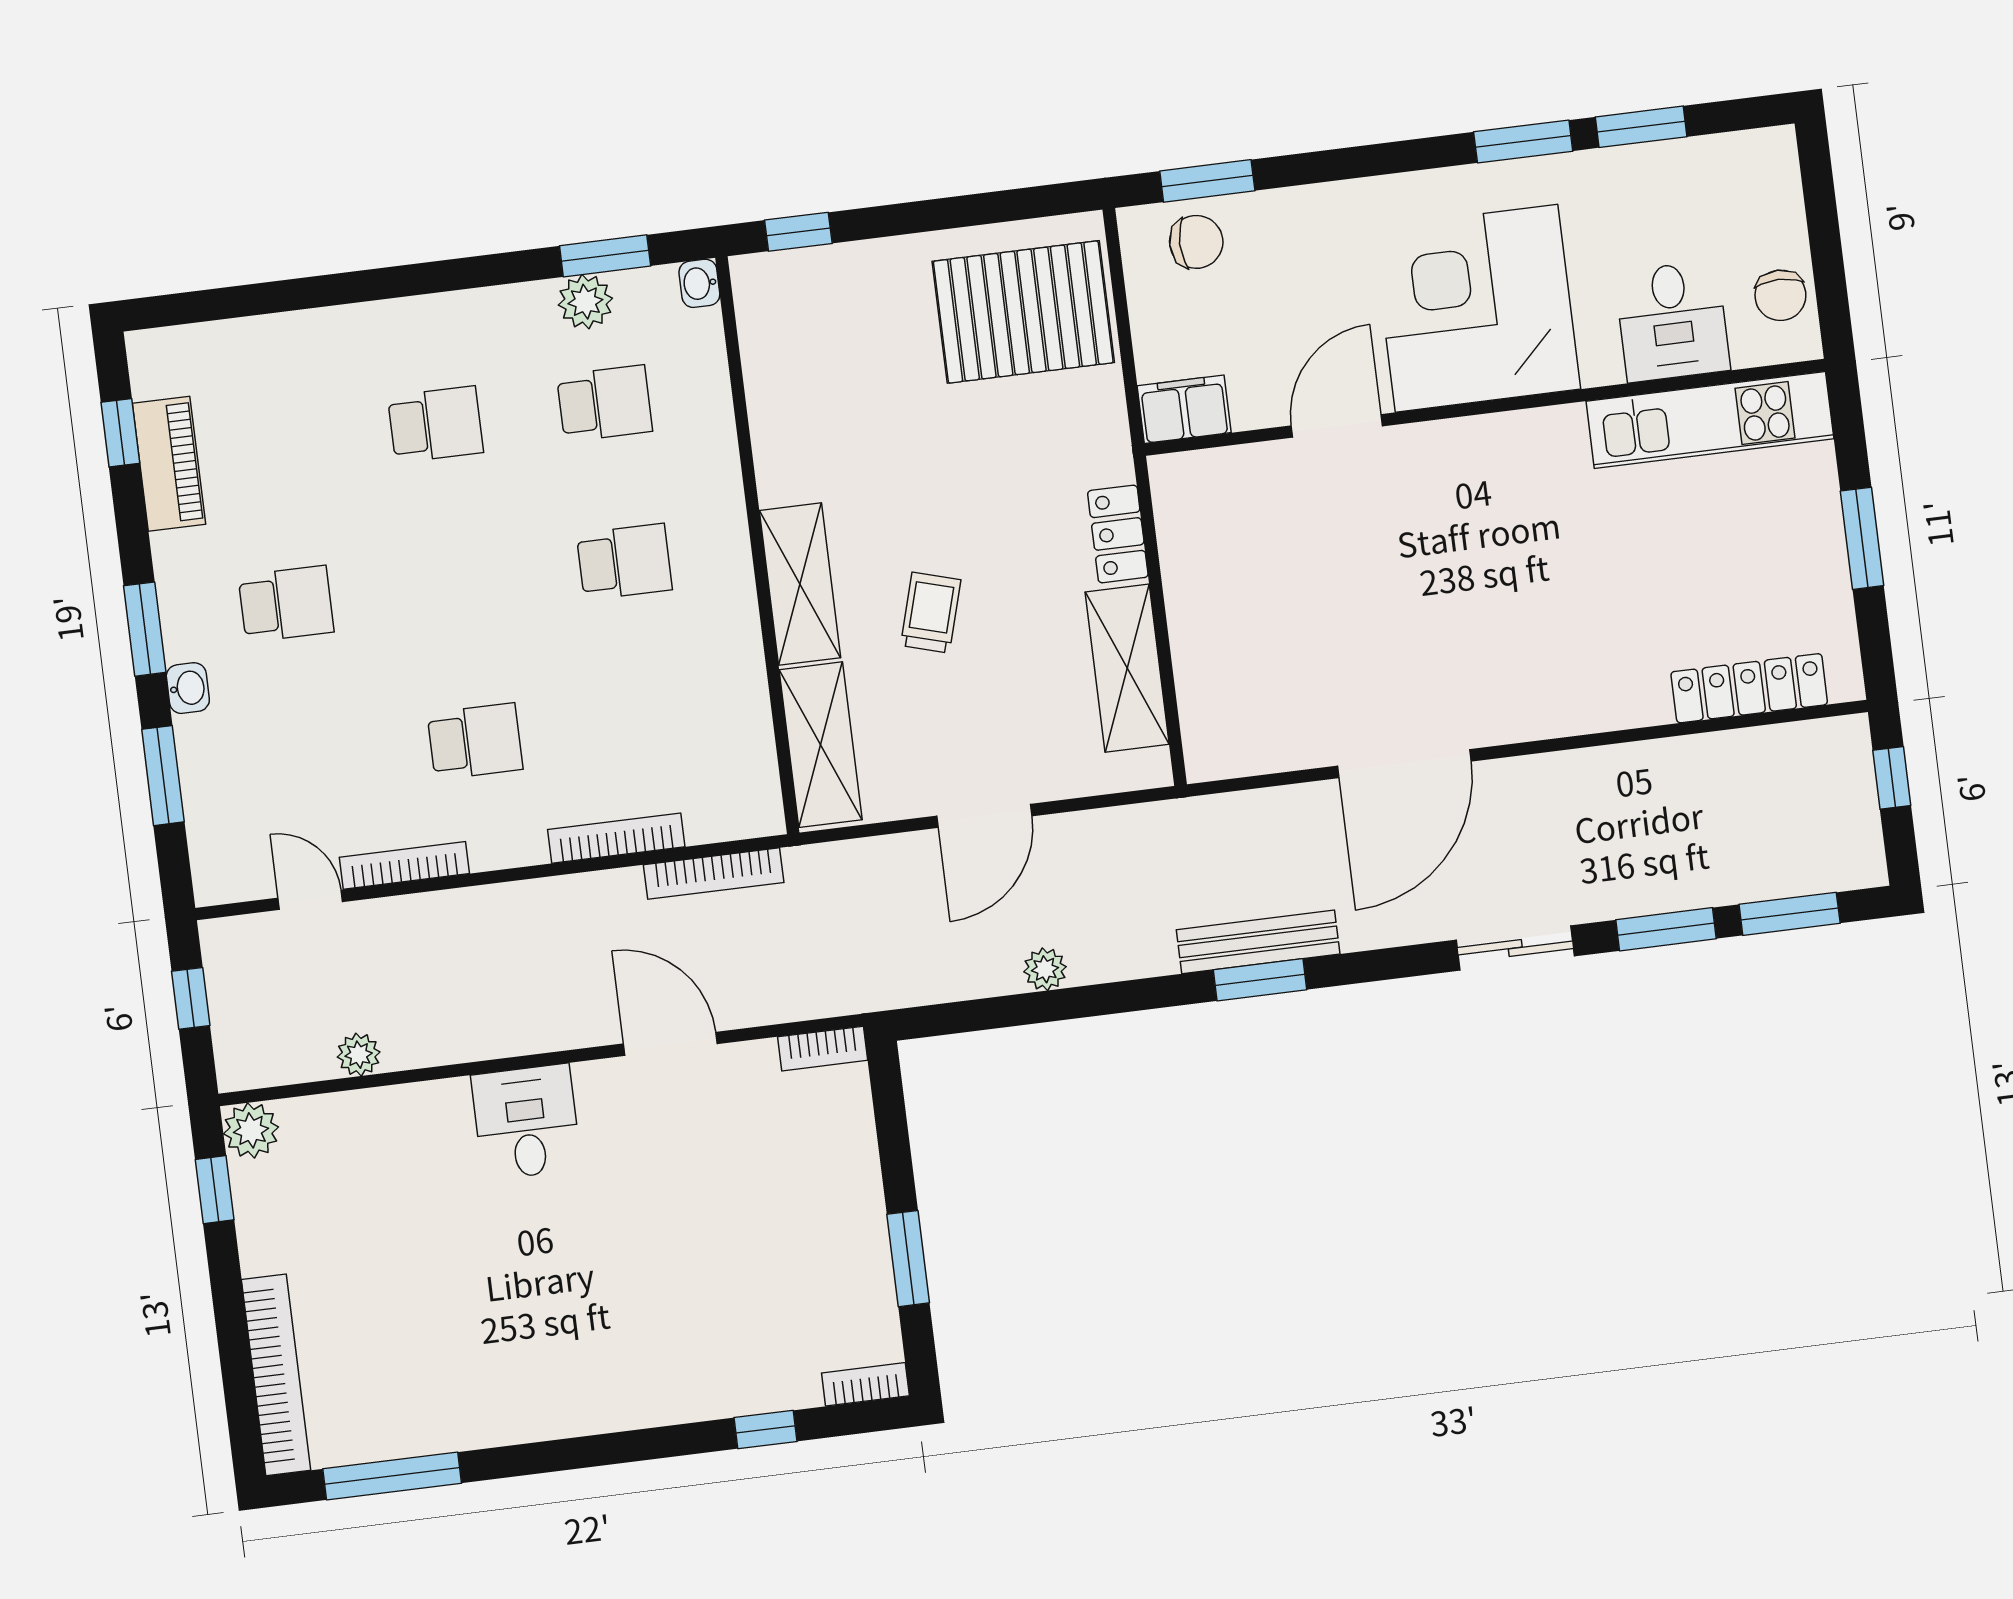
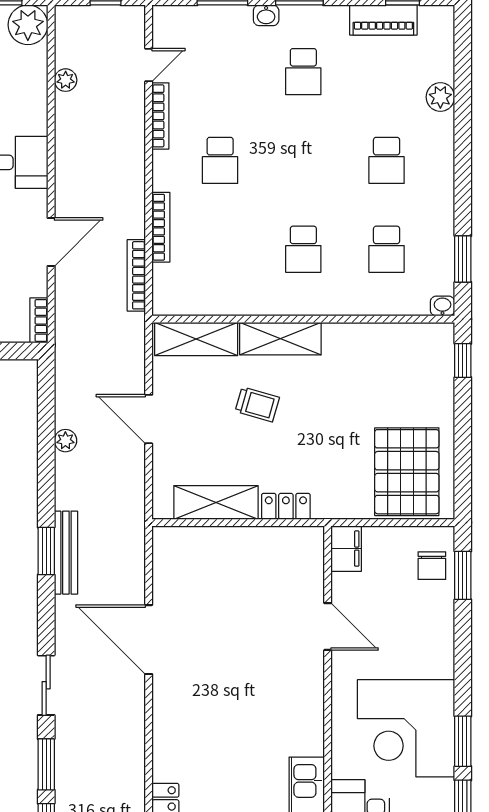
plant: (585, 302) -> (440, 97), moved
corner desk: (1477, 308) -> (406, 728), moved, turned 180
plant: (251, 1130) -> (28, 25), width x1.36, depth x1.36

